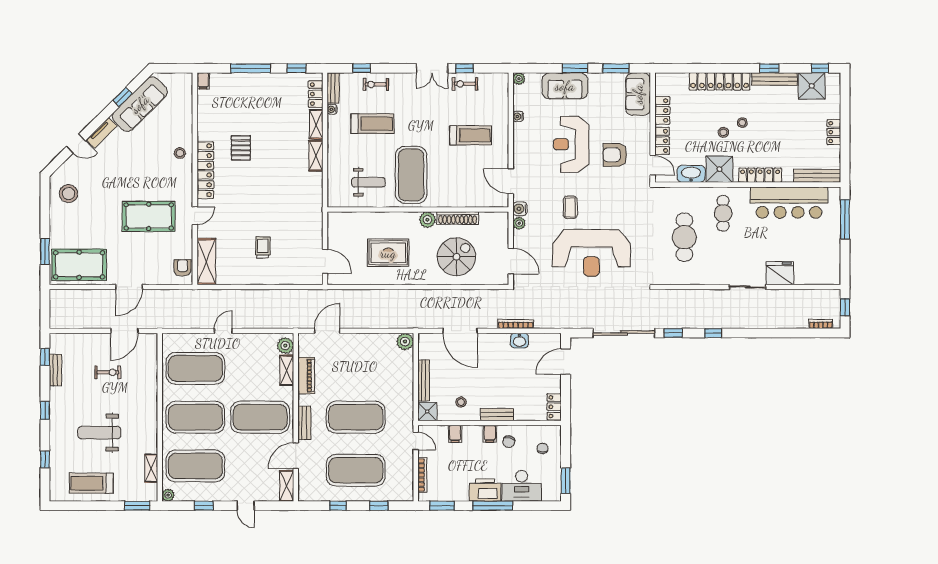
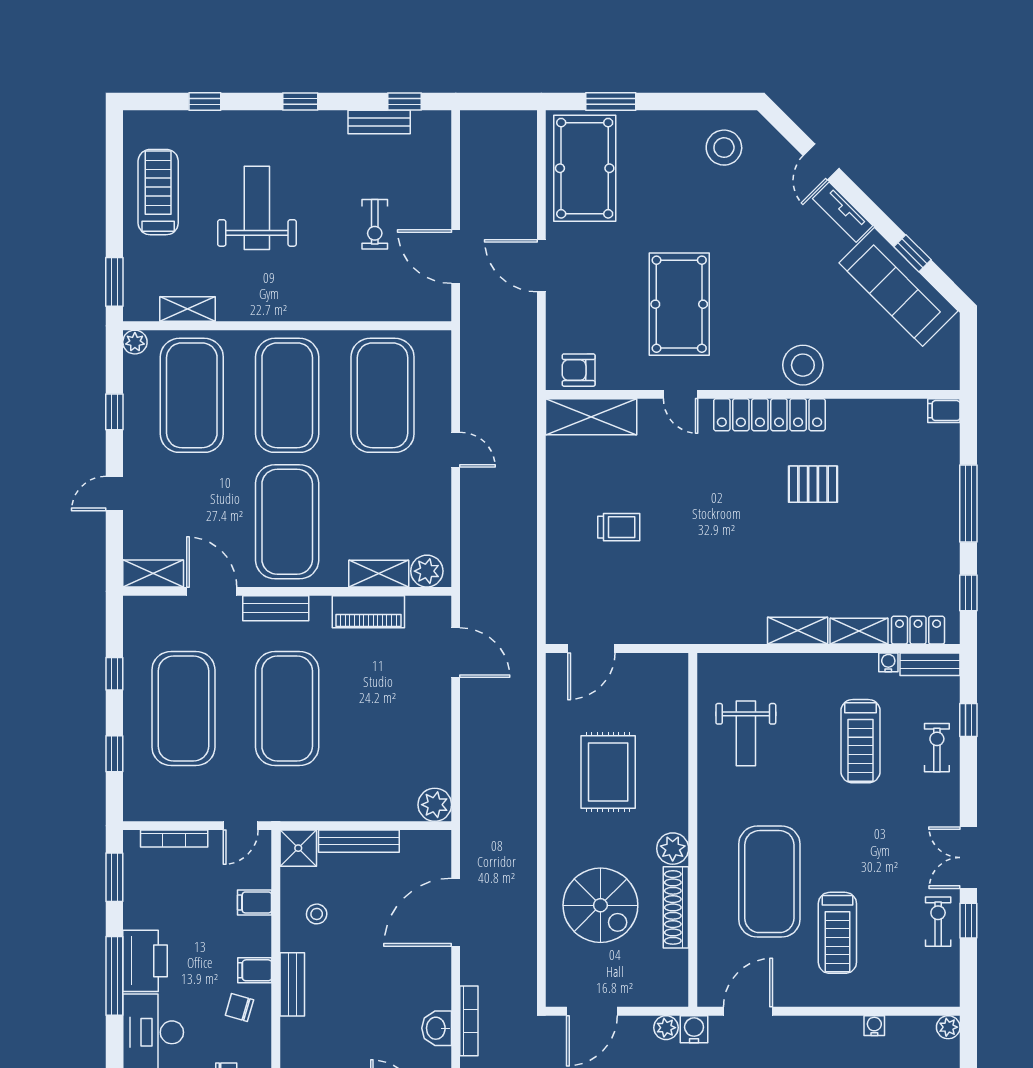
stool: (180, 153) -> (803, 365), width x1.89, depth x1.89
exercise mat: (411, 175) -> (769, 882), moved, turned 90
armchair: (182, 268) -> (579, 370), turned 180

